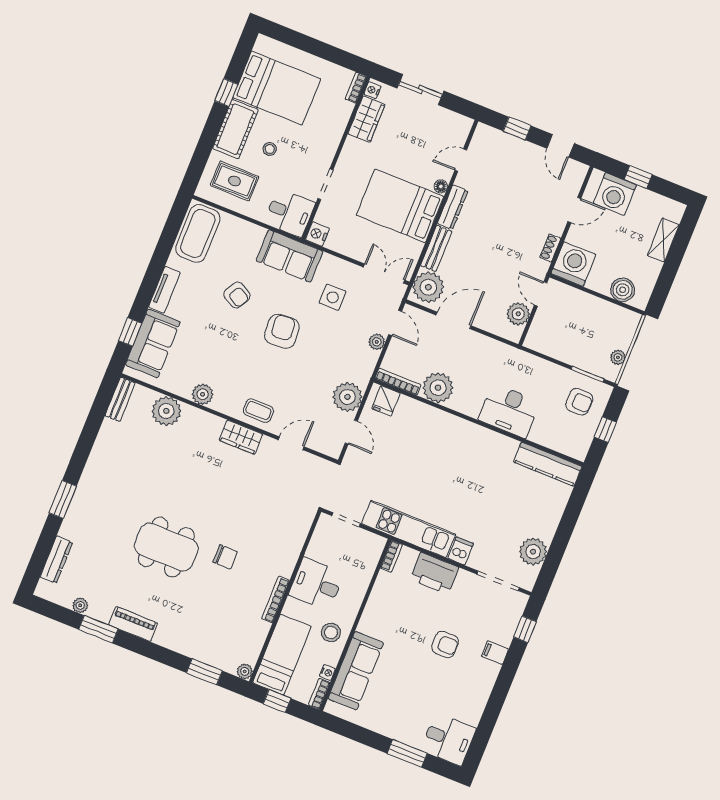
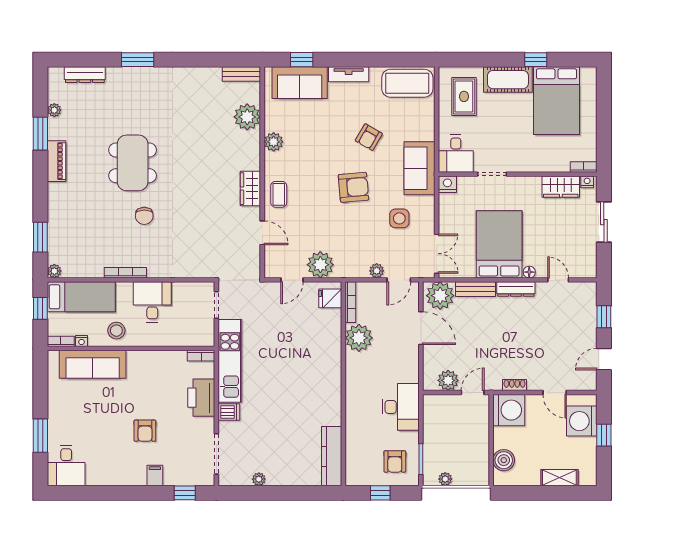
stool: (270, 149) -> (503, 115), removed
desk: (509, 411) -> (401, 407), moved, turned 180
plant: (533, 552) -> (259, 479), width x0.53, depth x0.53

